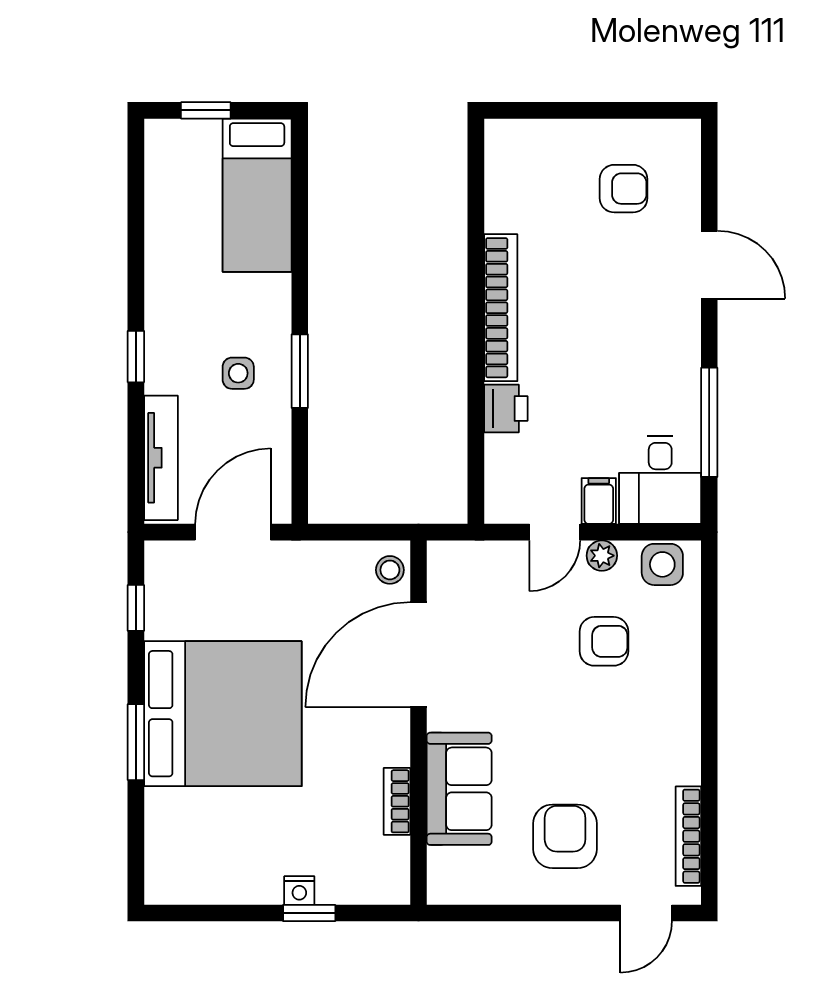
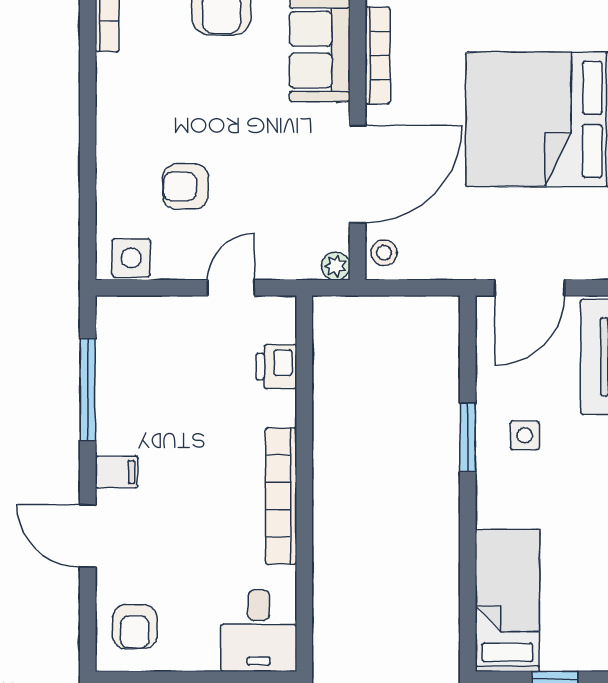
armchair: (624, 189) -> (135, 627), moved, turned -90
printer: (506, 408) -> (276, 367), moved
desk: (660, 480) -> (259, 631), moved, turned 180
filing cabinet: (599, 501) -> (117, 472), moved, turned -90
plant: (602, 556) -> (336, 266), moved
bookcase: (397, 801) -> (377, 55), width x1.56

